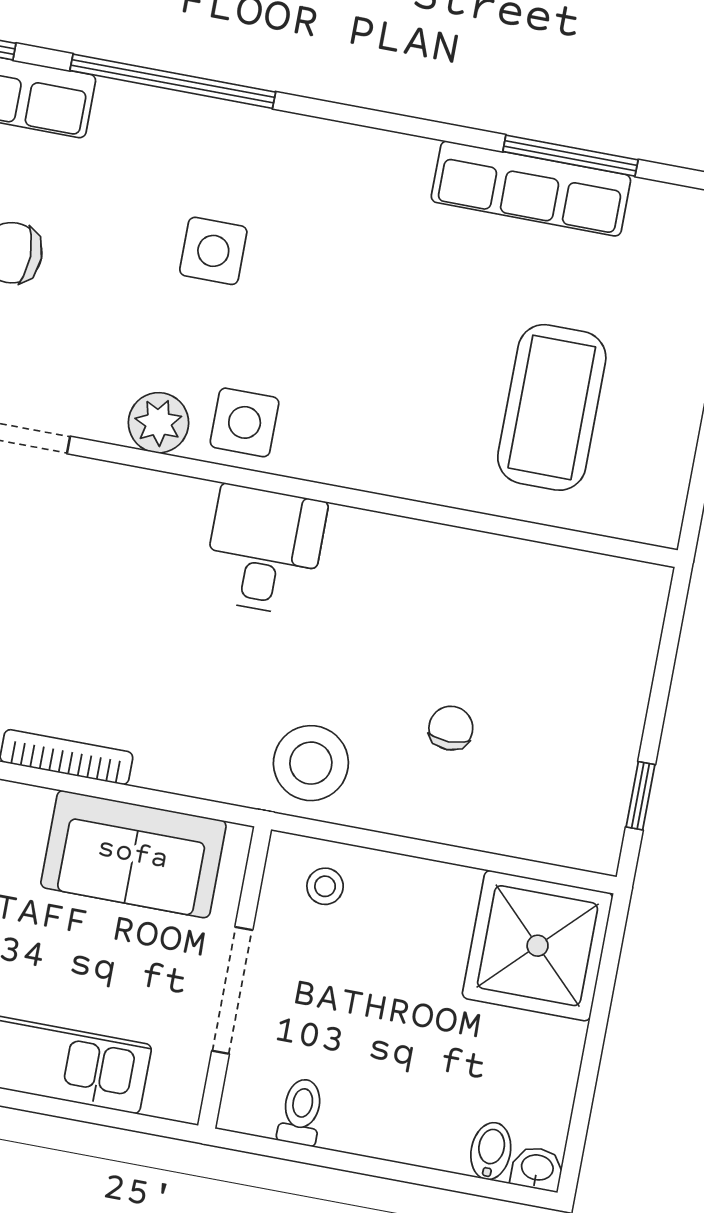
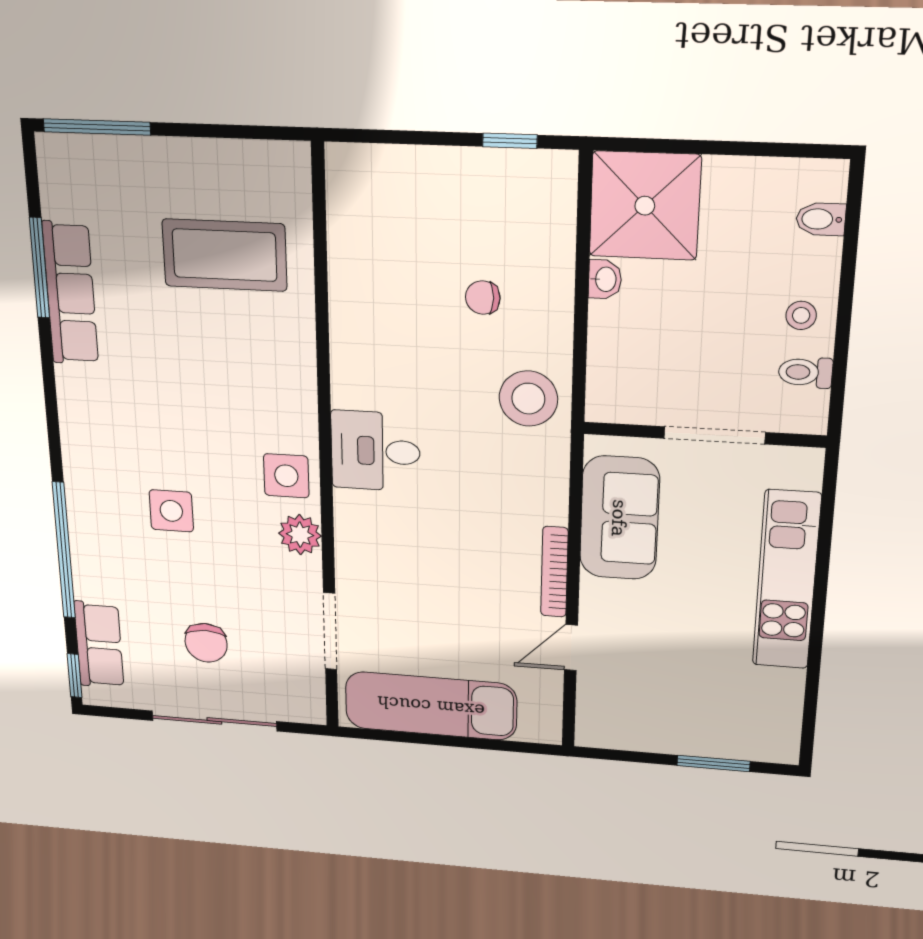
stool: (325, 886) -> (801, 315), moved
washbasin: (537, 1169) -> (605, 279), moved, turned 180

